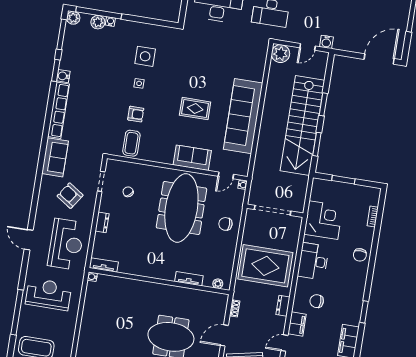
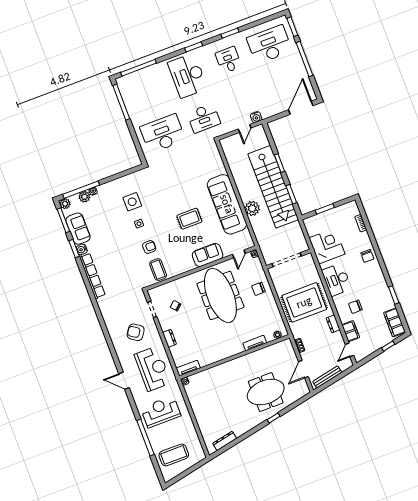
plant: (280, 54) -> (252, 208), moved
sofa: (55, 157) -> (78, 229), moved

